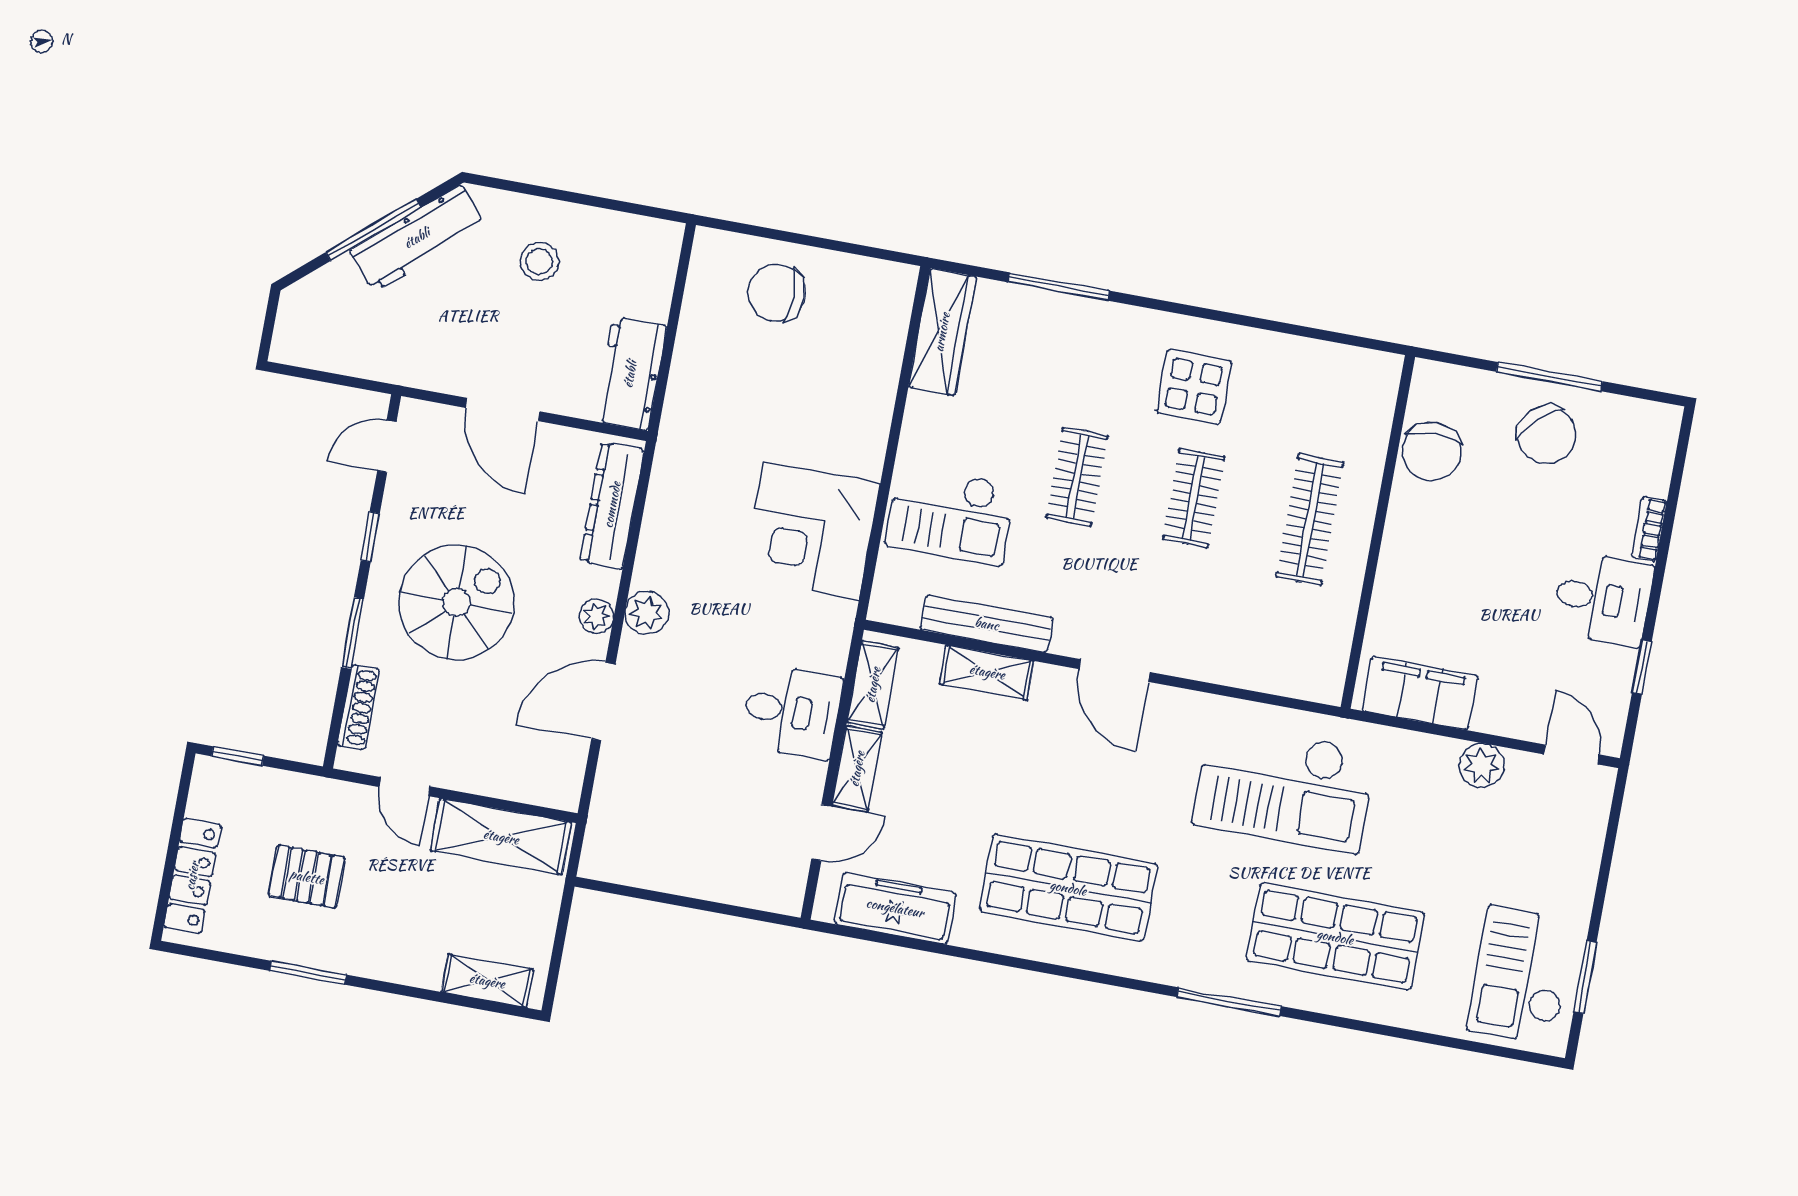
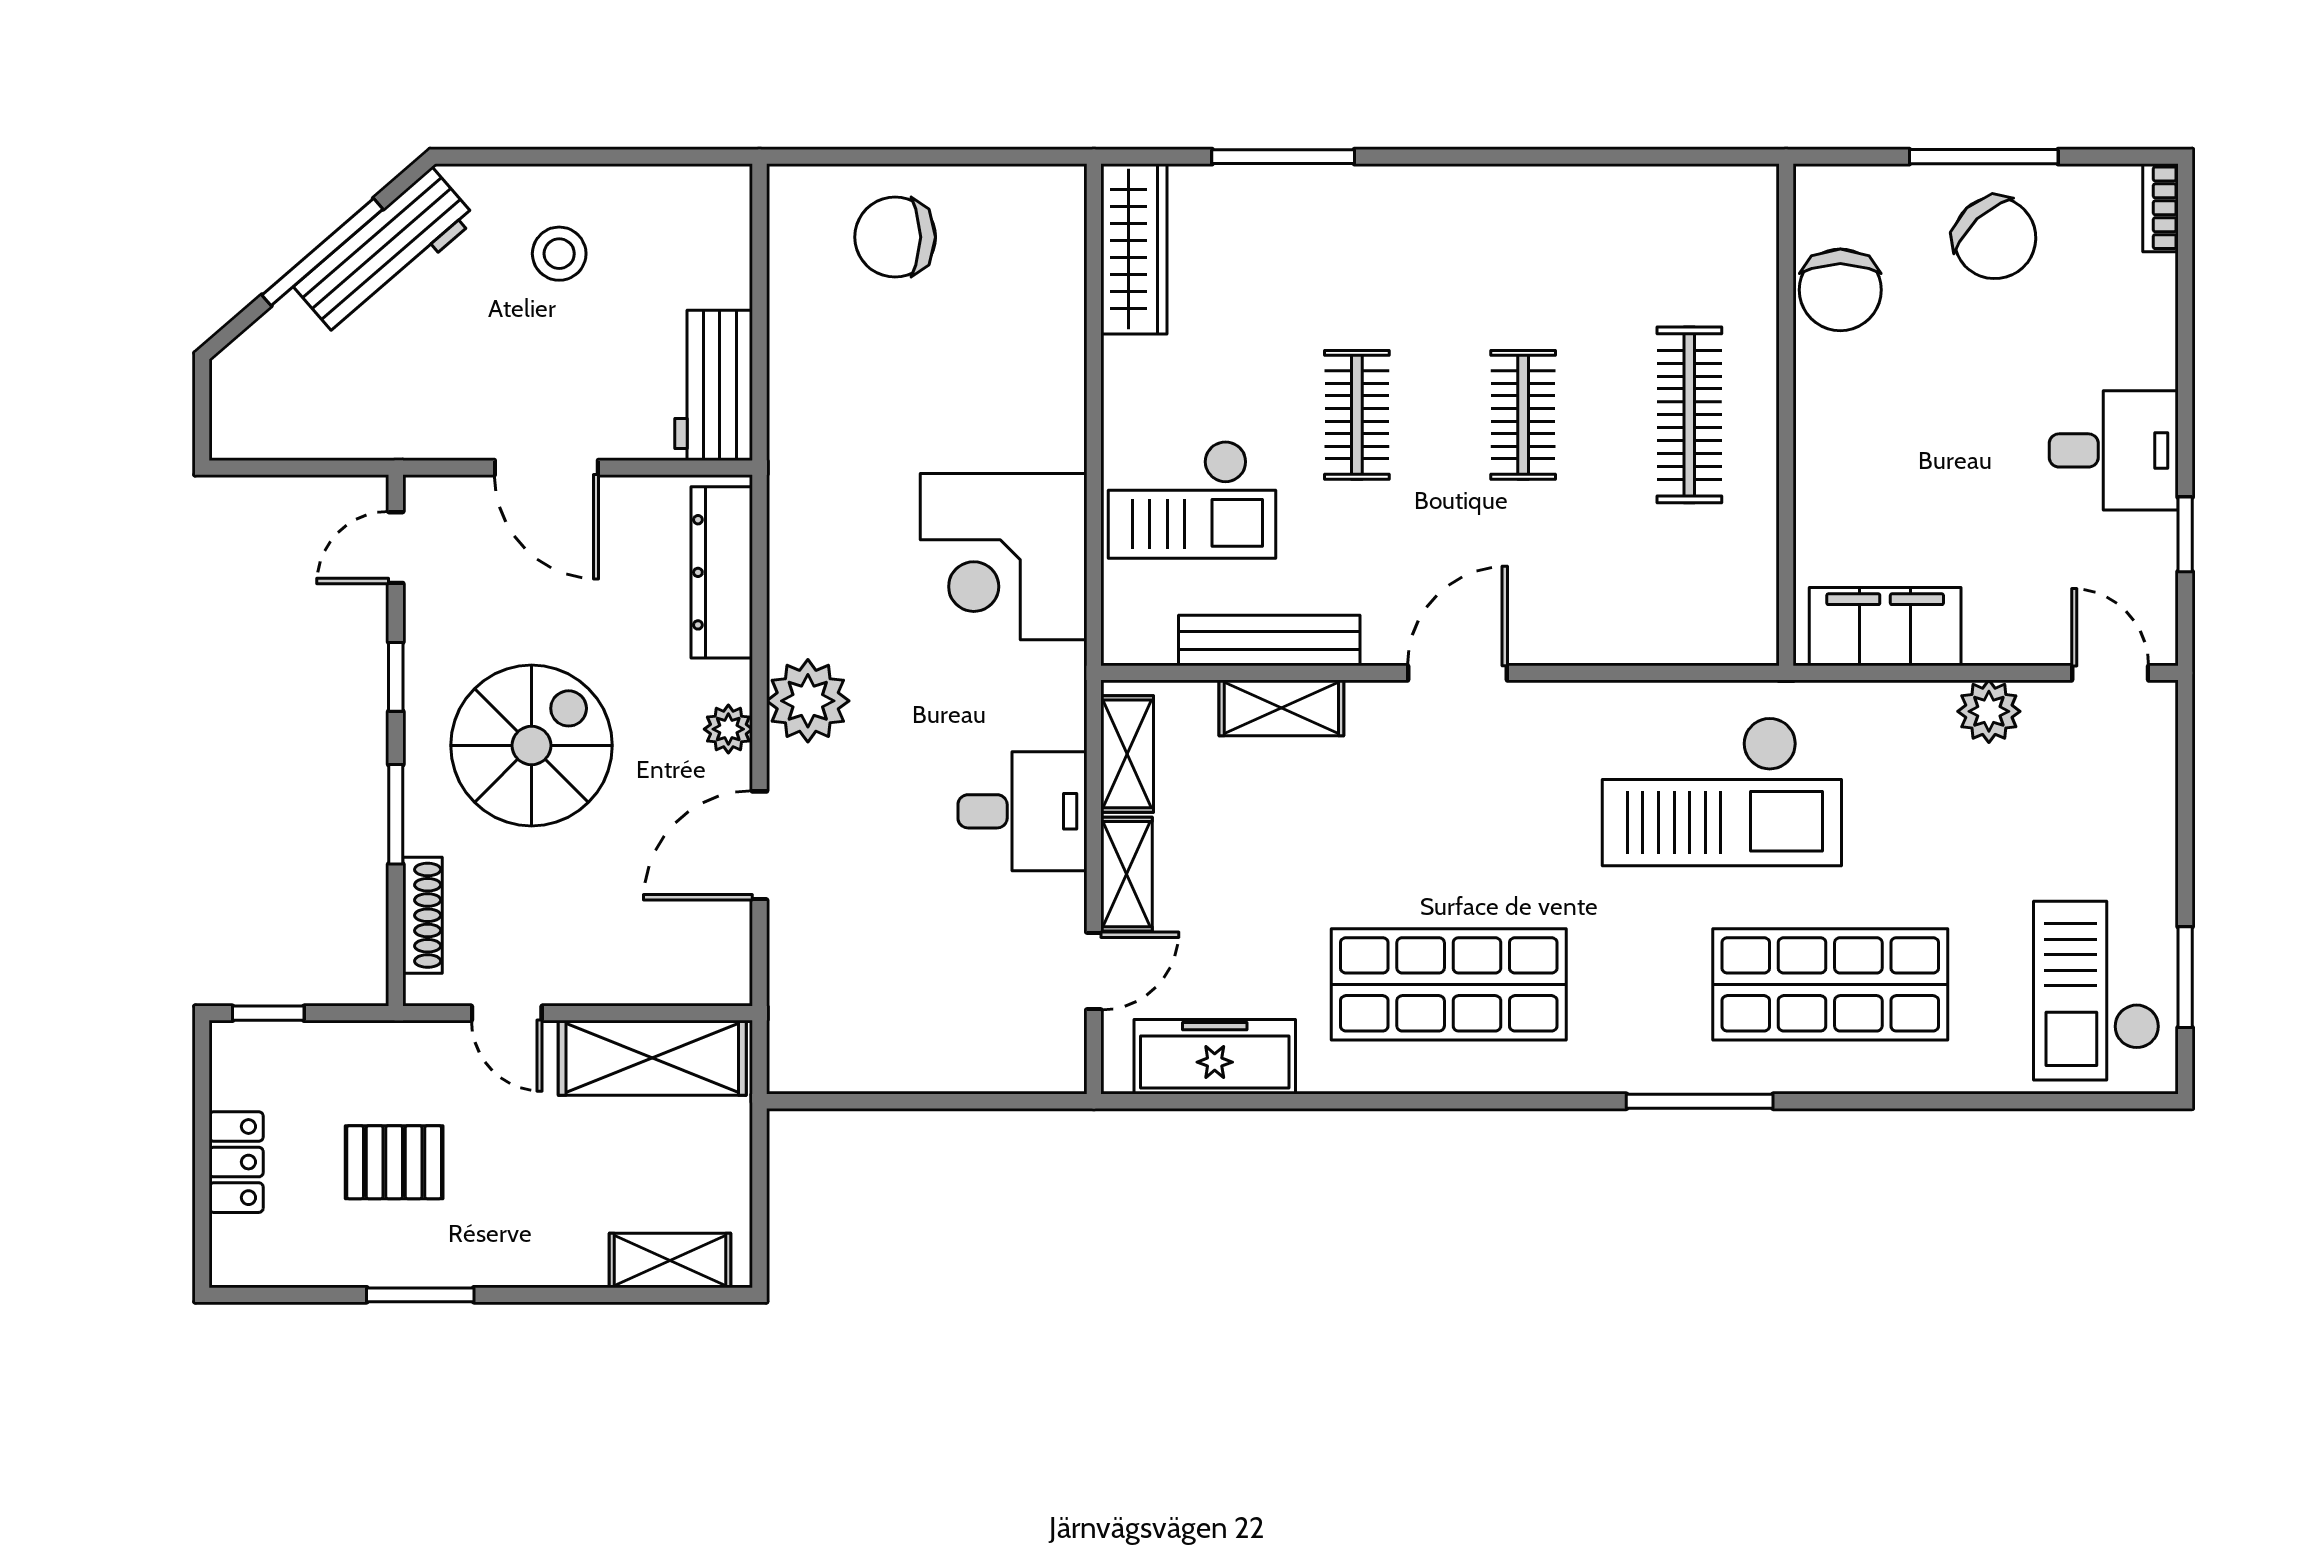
display table: (1194, 387) -> (1495, 261), removed
bookcase: (1649, 529) -> (2160, 208), moved
plant: (647, 613) -> (808, 701), width x1.36, depth x1.36
door: (1114, 671) -> (1457, 673), swing flipped
locker: (192, 876) -> (236, 1162), width x0.66

